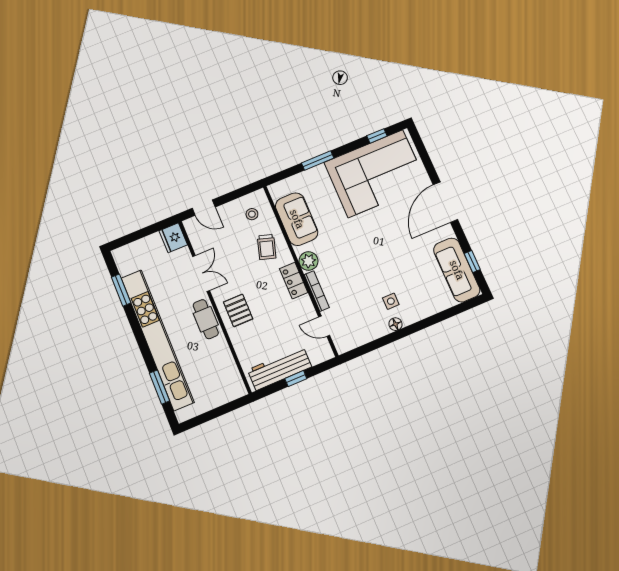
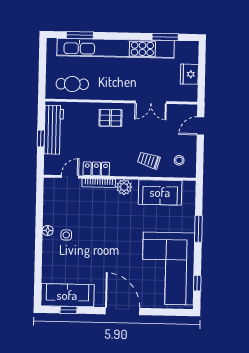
fridge: (173, 238) -> (189, 74), moved, turned -90
locker: (294, 281) -> (96, 169), moved
cafe table: (206, 319) -> (72, 84), moved

